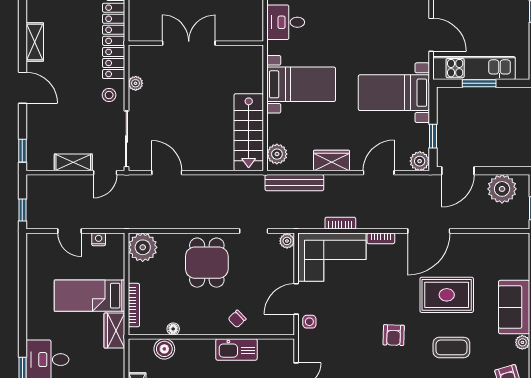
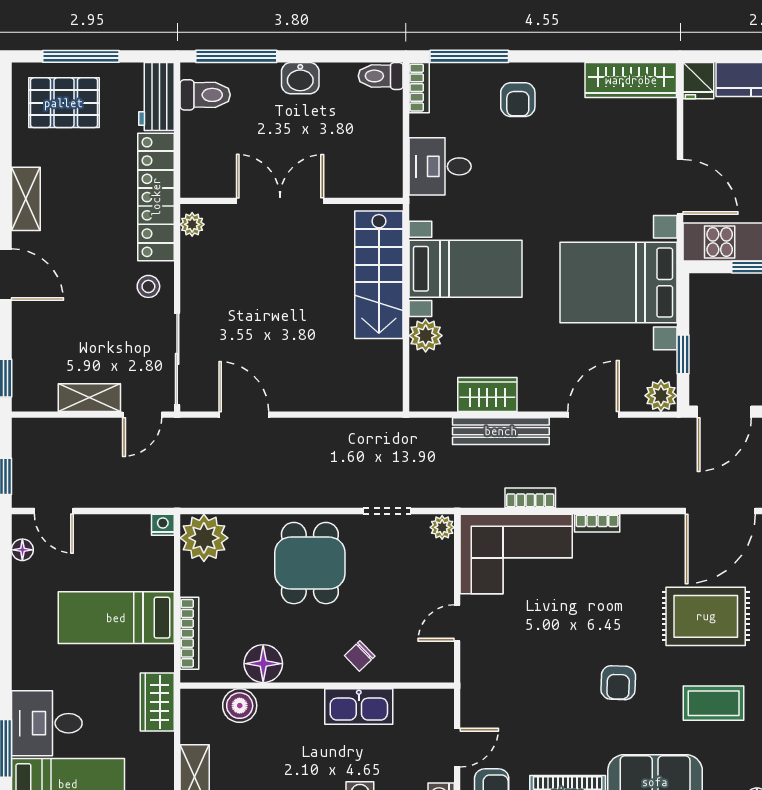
plant: (136, 83) -> (192, 224), moved
bed with nightstands: (394, 93) -> (619, 283), width x1.36
stairs: (249, 132) -> (379, 275), moved
plant: (277, 154) -> (426, 336), moved
wardrobe: (332, 160) -> (487, 395), moved
bench: (294, 183) -> (501, 431), moved
door: (70, 231) -> (54, 511), moved
door: (429, 231) -> (720, 511), moved
nightstand: (99, 239) -> (163, 525), moved
floor lamp: (33, 255) -> (22, 550), added
door: (296, 299) -> (457, 623), width x0.73
side table: (309, 322) -> (479, 661), removed
floor lamp: (173, 329) -> (263, 664), width x1.89, depth x1.89
wardrobe: (114, 331) -> (157, 702), moved

